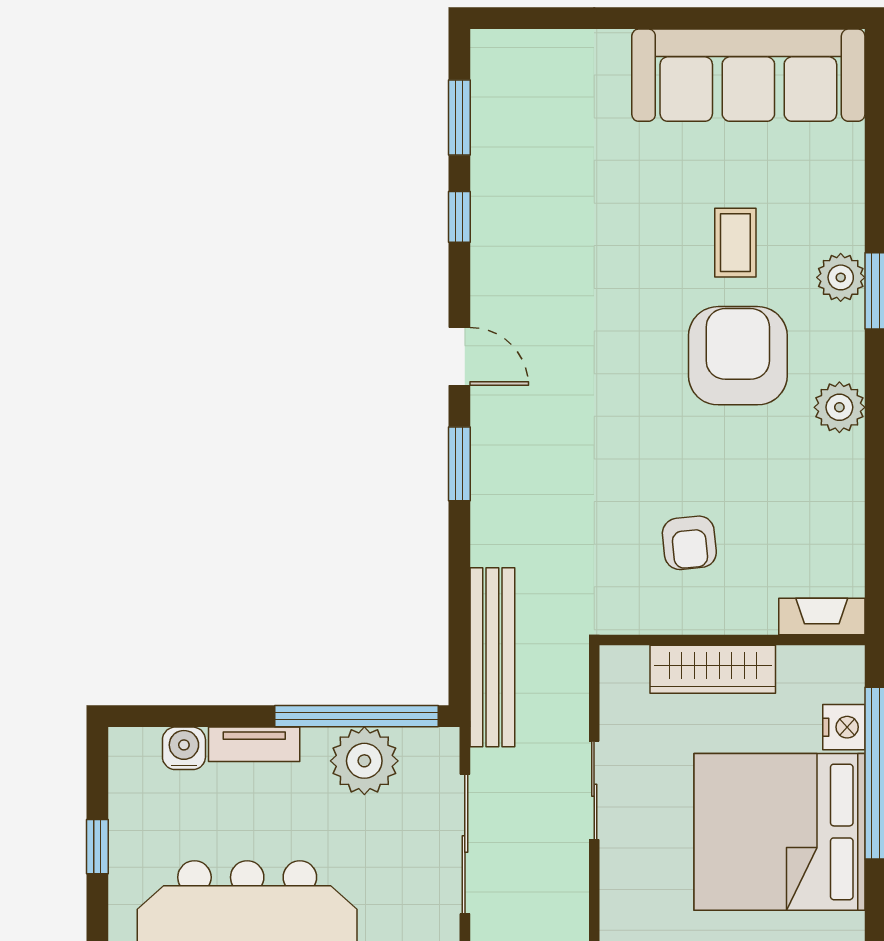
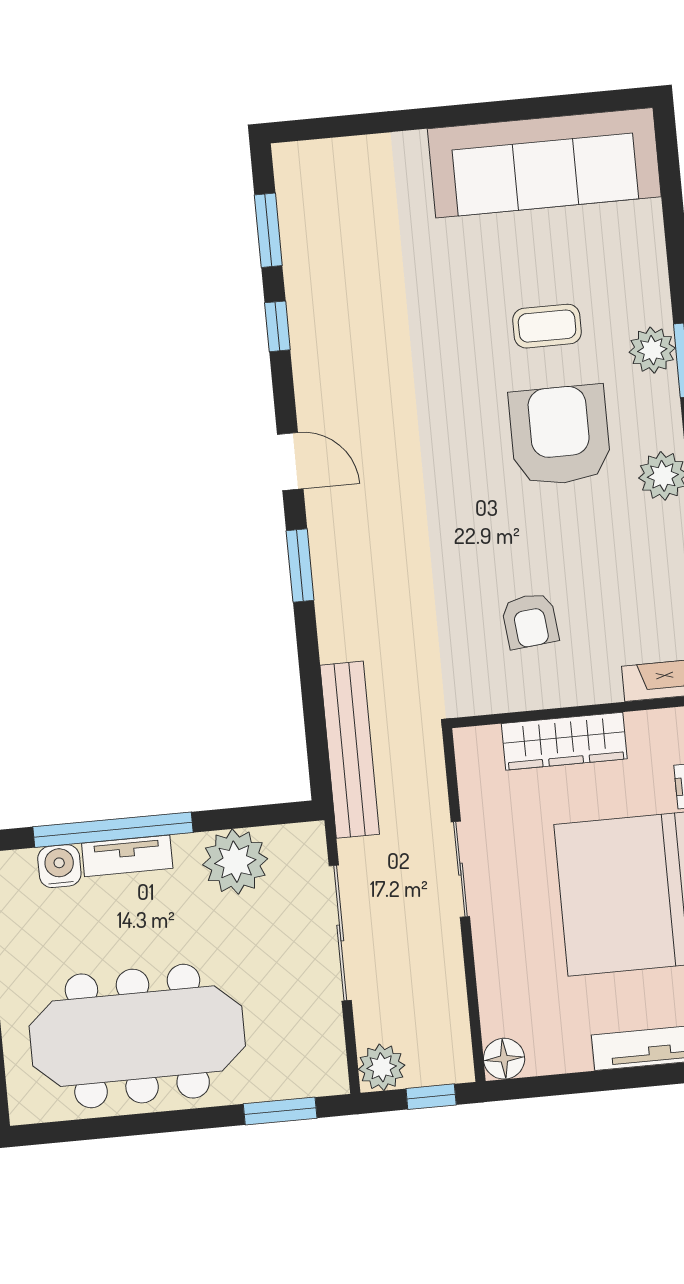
coffee table: (735, 243) -> (547, 326), turned 90
window: (357, 716) -> (113, 830), moved

